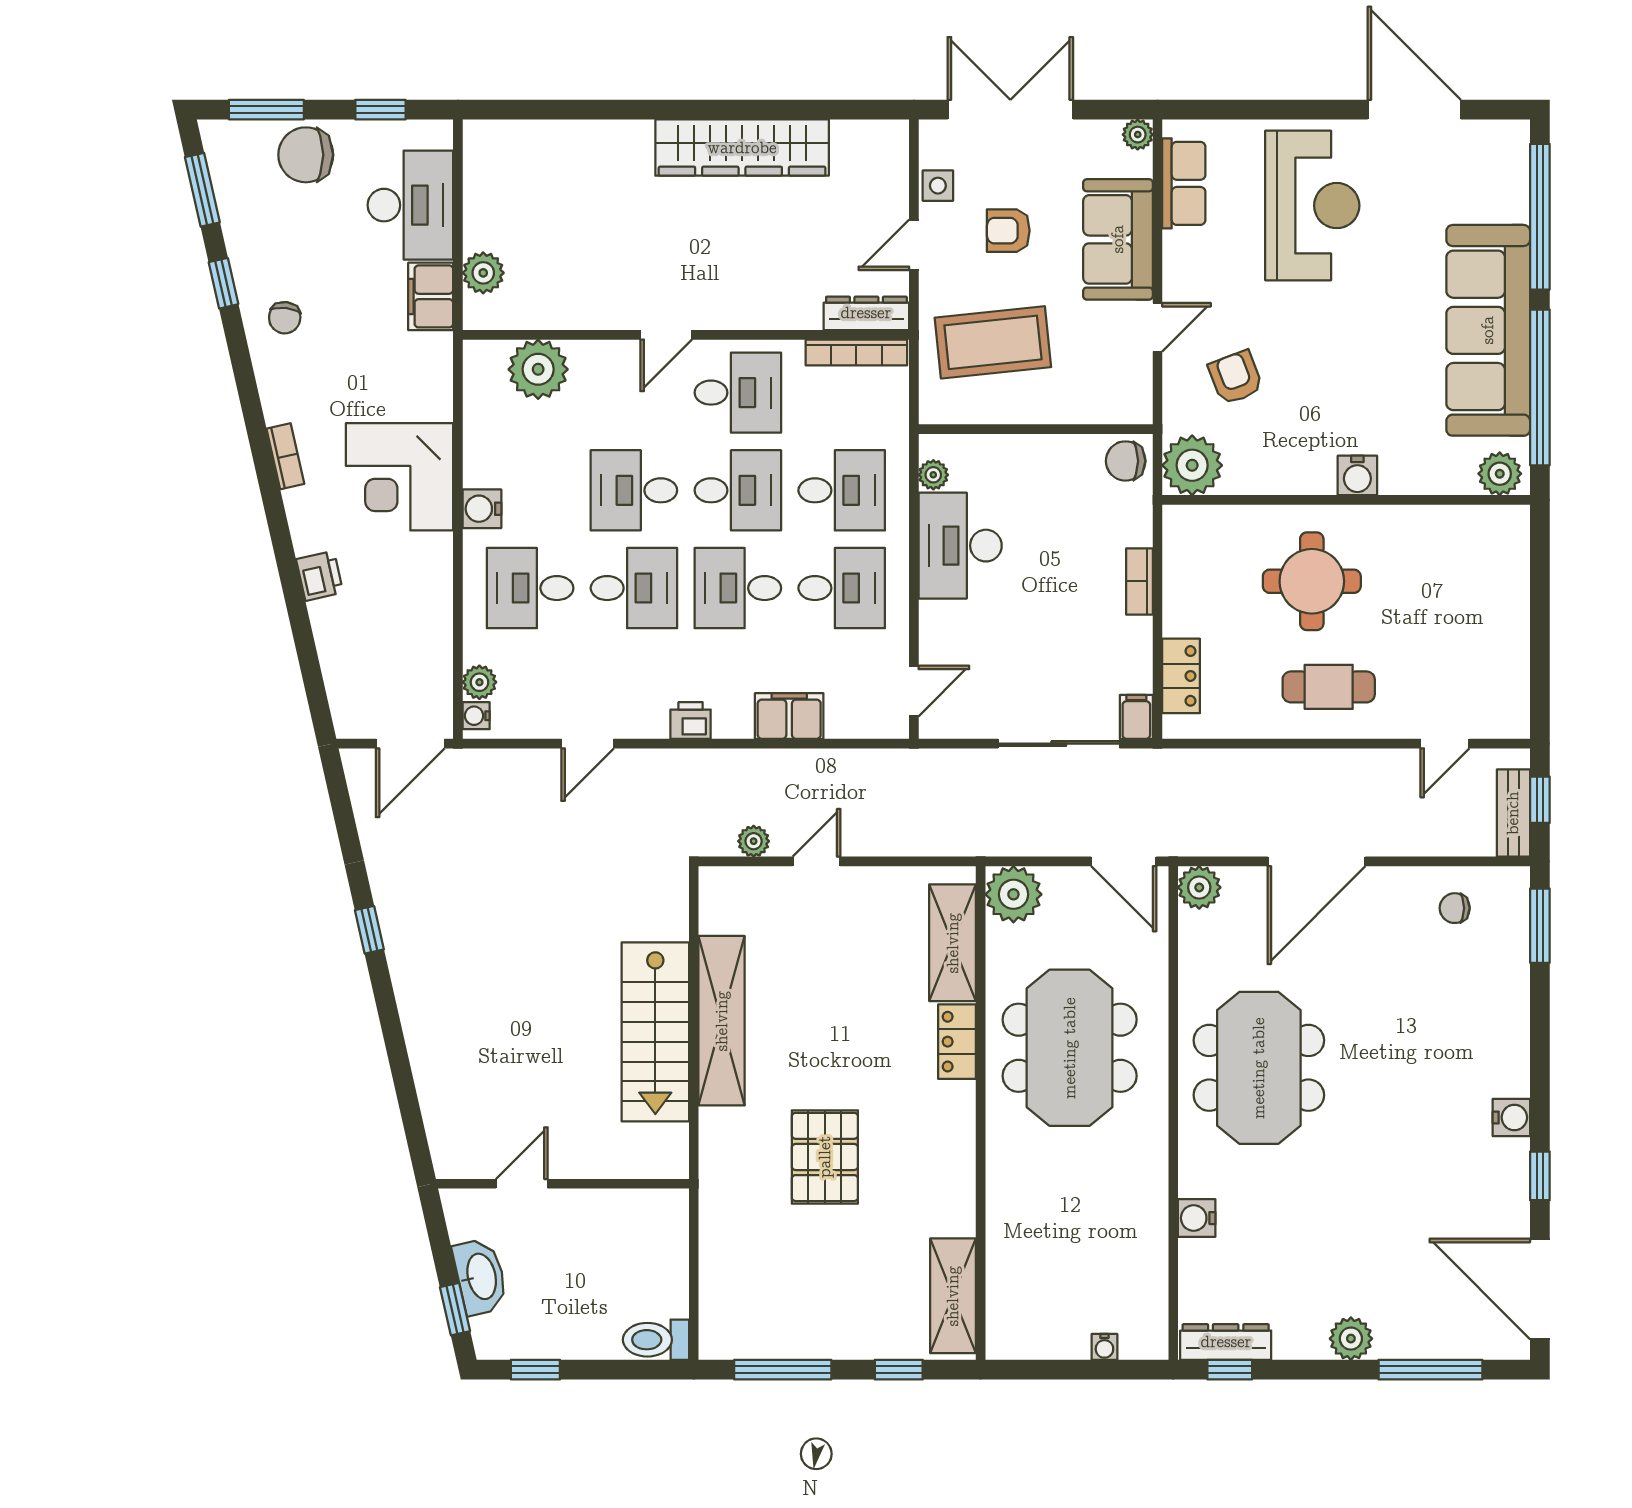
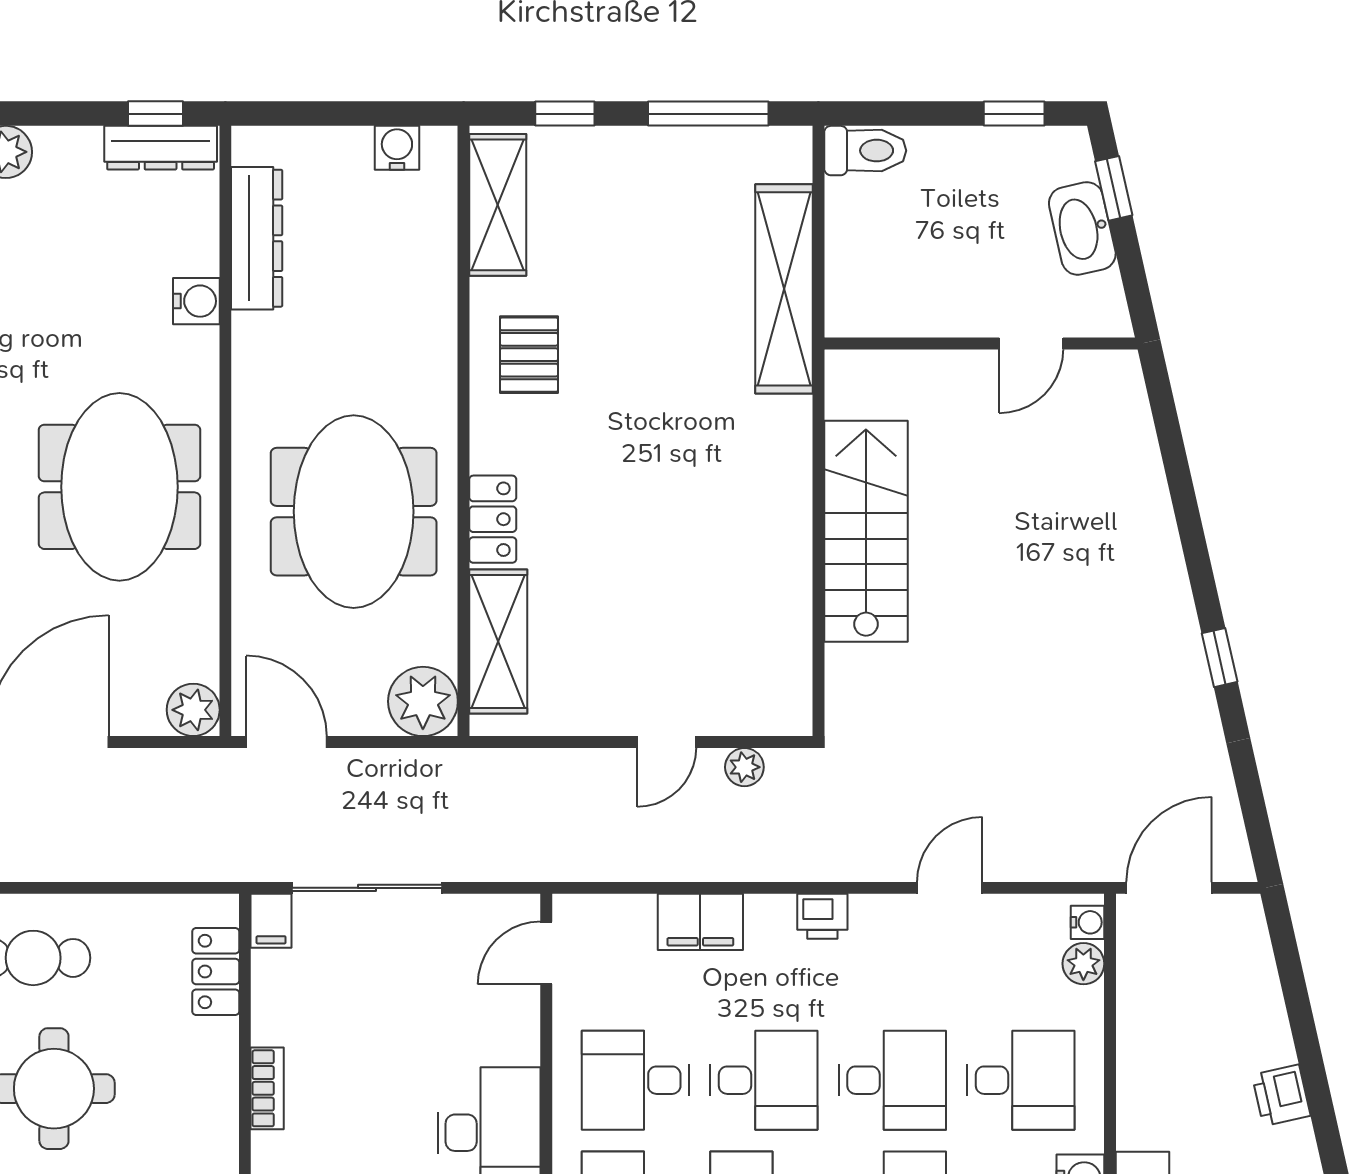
desk: (634, 588) -> (892, 1080), turned 180
shelving: (722, 1021) -> (784, 289), moved
pallet: (825, 1157) -> (529, 355), moved, width x0.67, depth x0.71
dresser: (1148, 1269) -> (257, 238), added
water cooler: (1104, 1347) -> (397, 148), moved, width x1.38, depth x1.38

